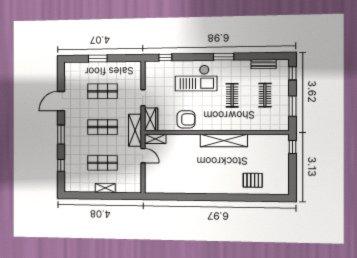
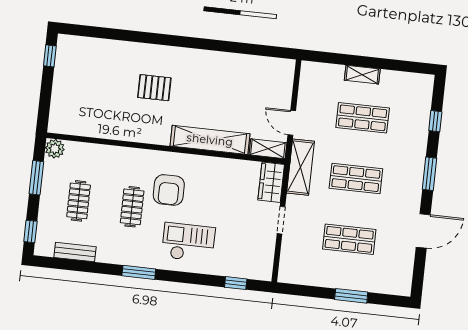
checkout: (196, 78) -> (188, 242), width x0.73, depth x0.83
armchair: (186, 119) -> (169, 190), moved, turned -90
plant: (283, 125) -> (55, 149), added
shelving: (224, 141) -> (210, 140), moved
window: (292, 147) -> (50, 56), moved
pallet: (253, 180) -> (154, 88), moved

